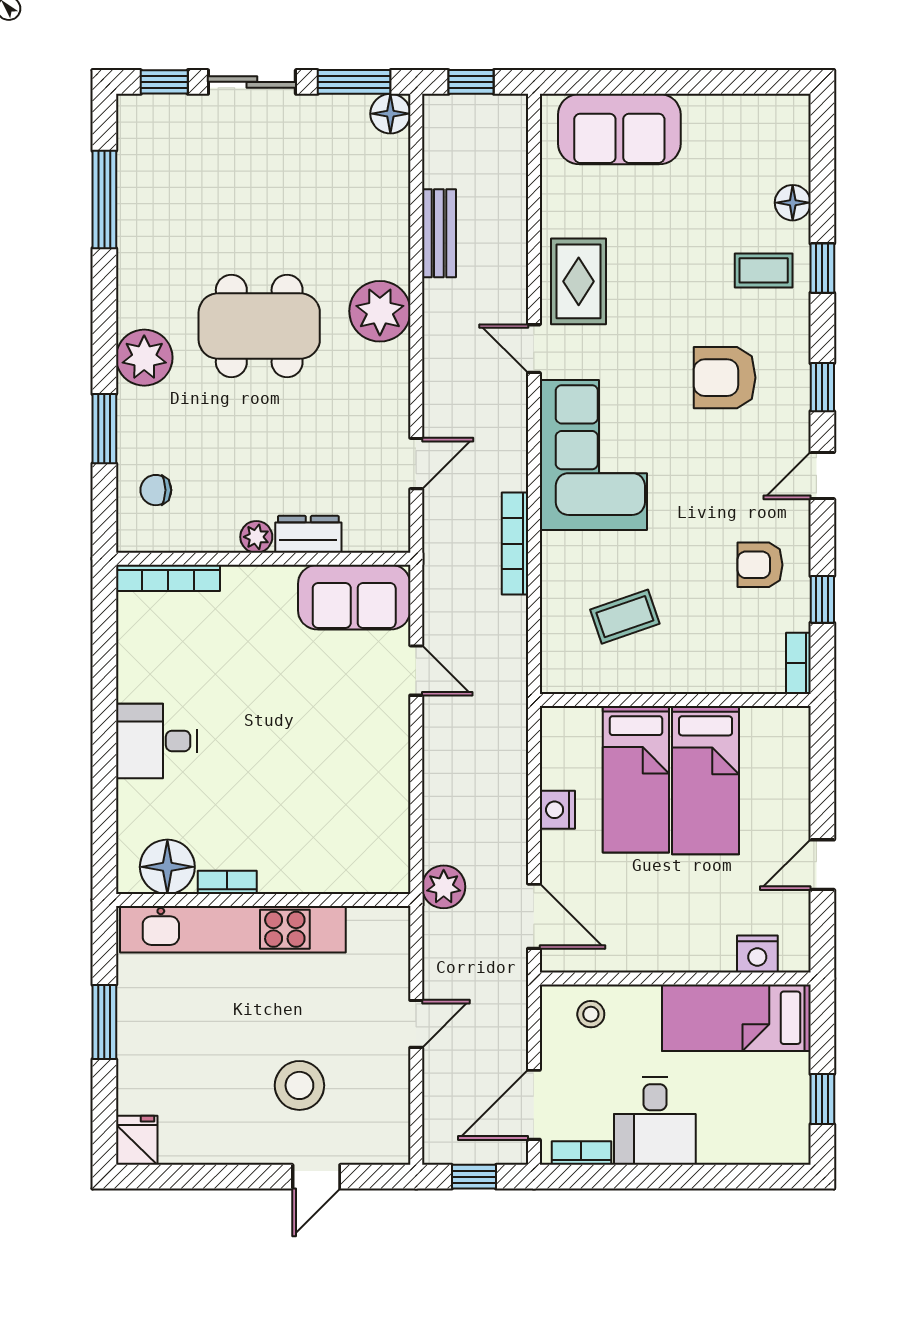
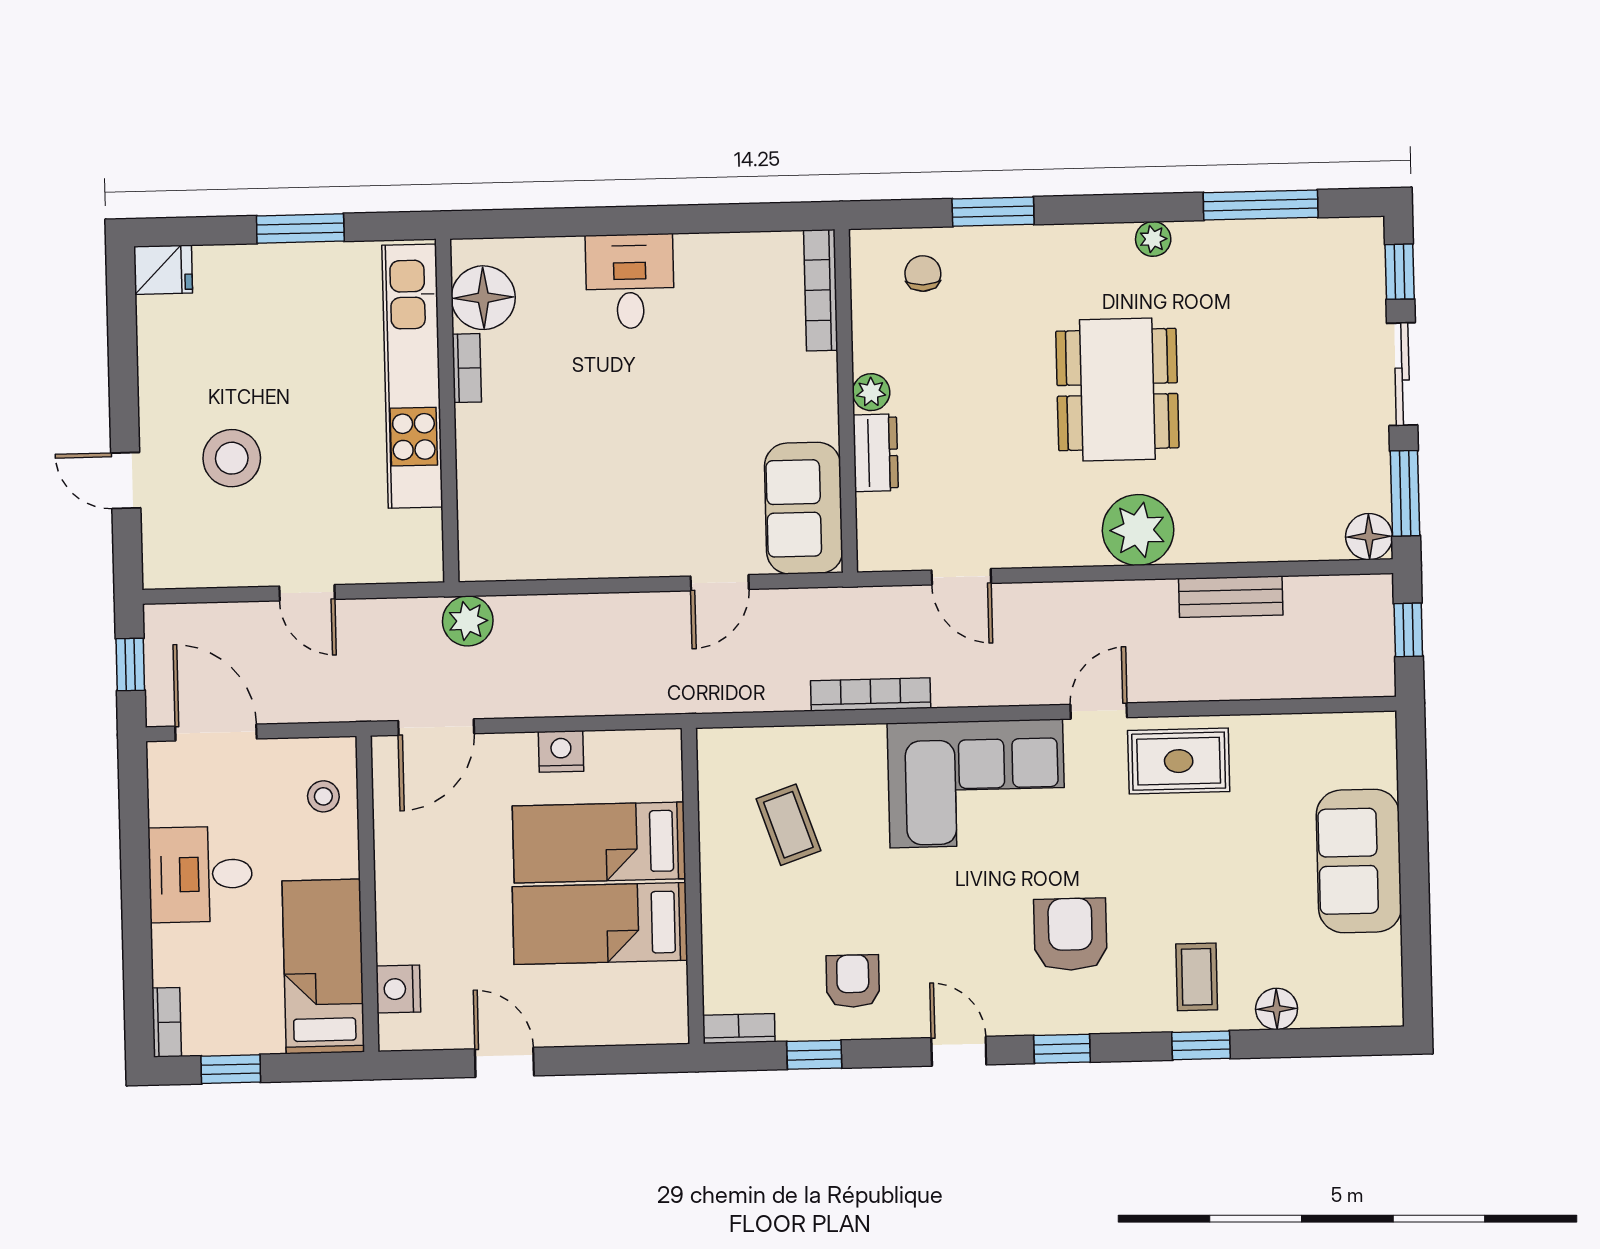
sofa: (619, 129) -> (1359, 861), moved
plant: (144, 358) -> (1153, 239), moved, width x0.53, depth x0.53
bookcase: (581, 1153) -> (167, 1022), moved

